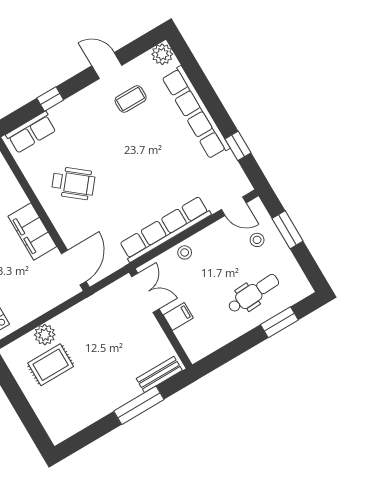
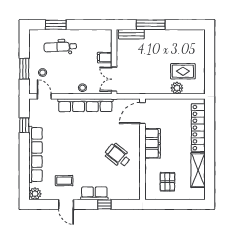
row of seats: (31, 132) -> (94, 193), moved

